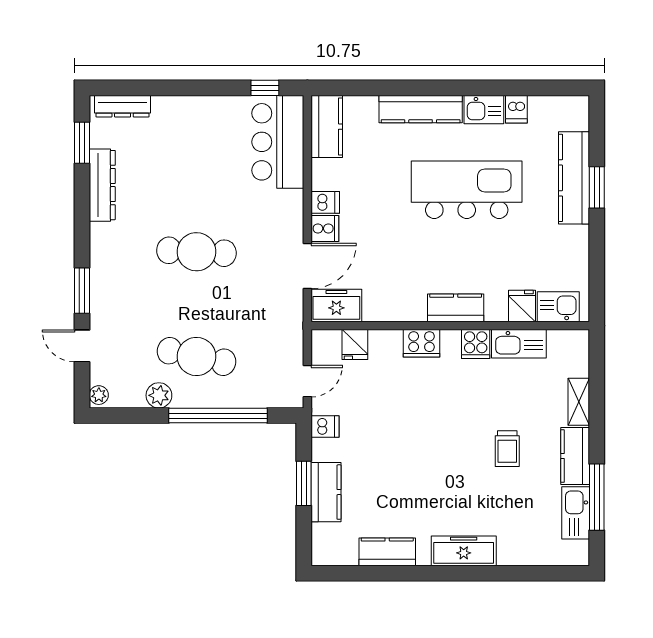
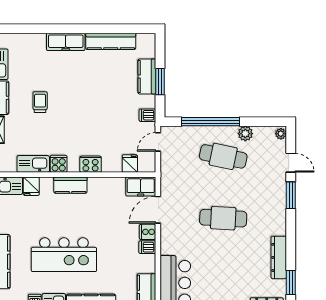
kitchen counter: (387, 552) -> (111, 41), width x1.50

